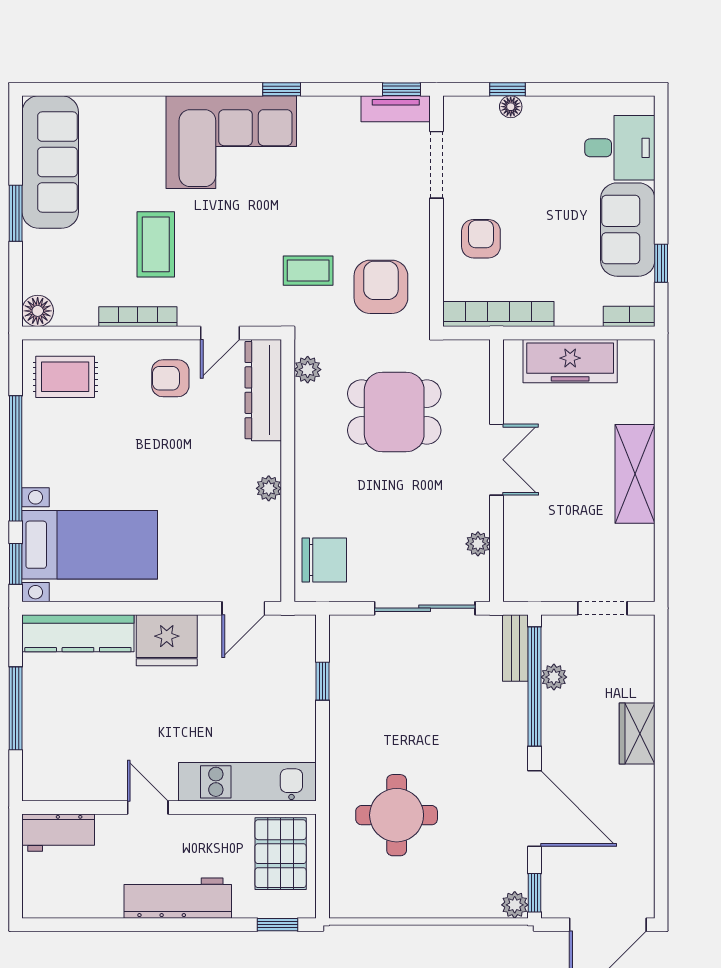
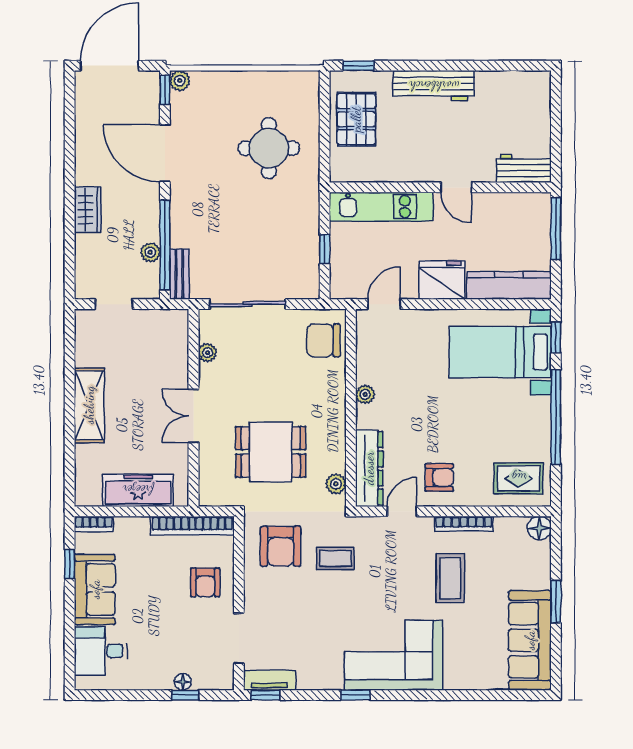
kitchen unit: (247, 782) -> (381, 207), moved
door: (148, 808) -> (456, 187), moved
wall: (169, 808) -> (440, 187), moved
workbench: (58, 833) -> (524, 168), moved

